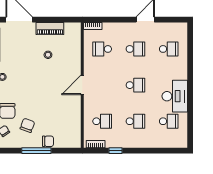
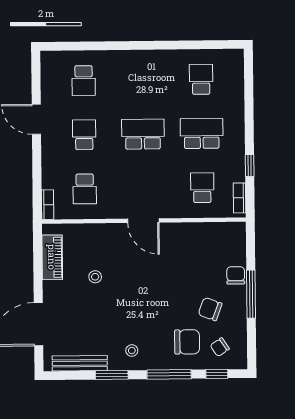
piano: (50, 29) -> (52, 257), moved
school desk: (169, 49) -> (84, 81), turned 180
school desk: (135, 85) -> (143, 134), width x1.85
desk: (175, 96) -> (160, 70), removed
school desk: (135, 121) -> (202, 133), width x1.85

